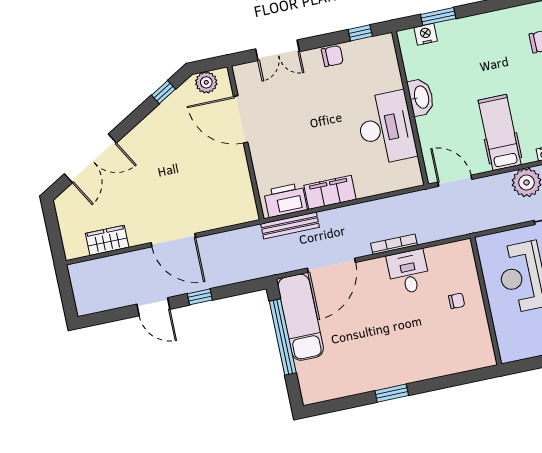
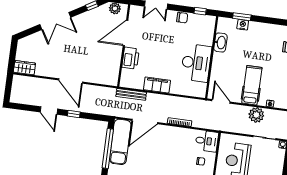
nightstand: (426, 34) -> (243, 25), moved
washbasin: (421, 97) -> (220, 42), moved
door: (241, 119) -> (125, 33), hinge flipped
double door: (90, 158) -> (55, 21), moved
printer: (285, 200) -> (131, 58), moved, turned 90
wardrobe: (107, 240) -> (24, 68), moved
desk: (408, 272) -> (207, 141), moved, turned 90

